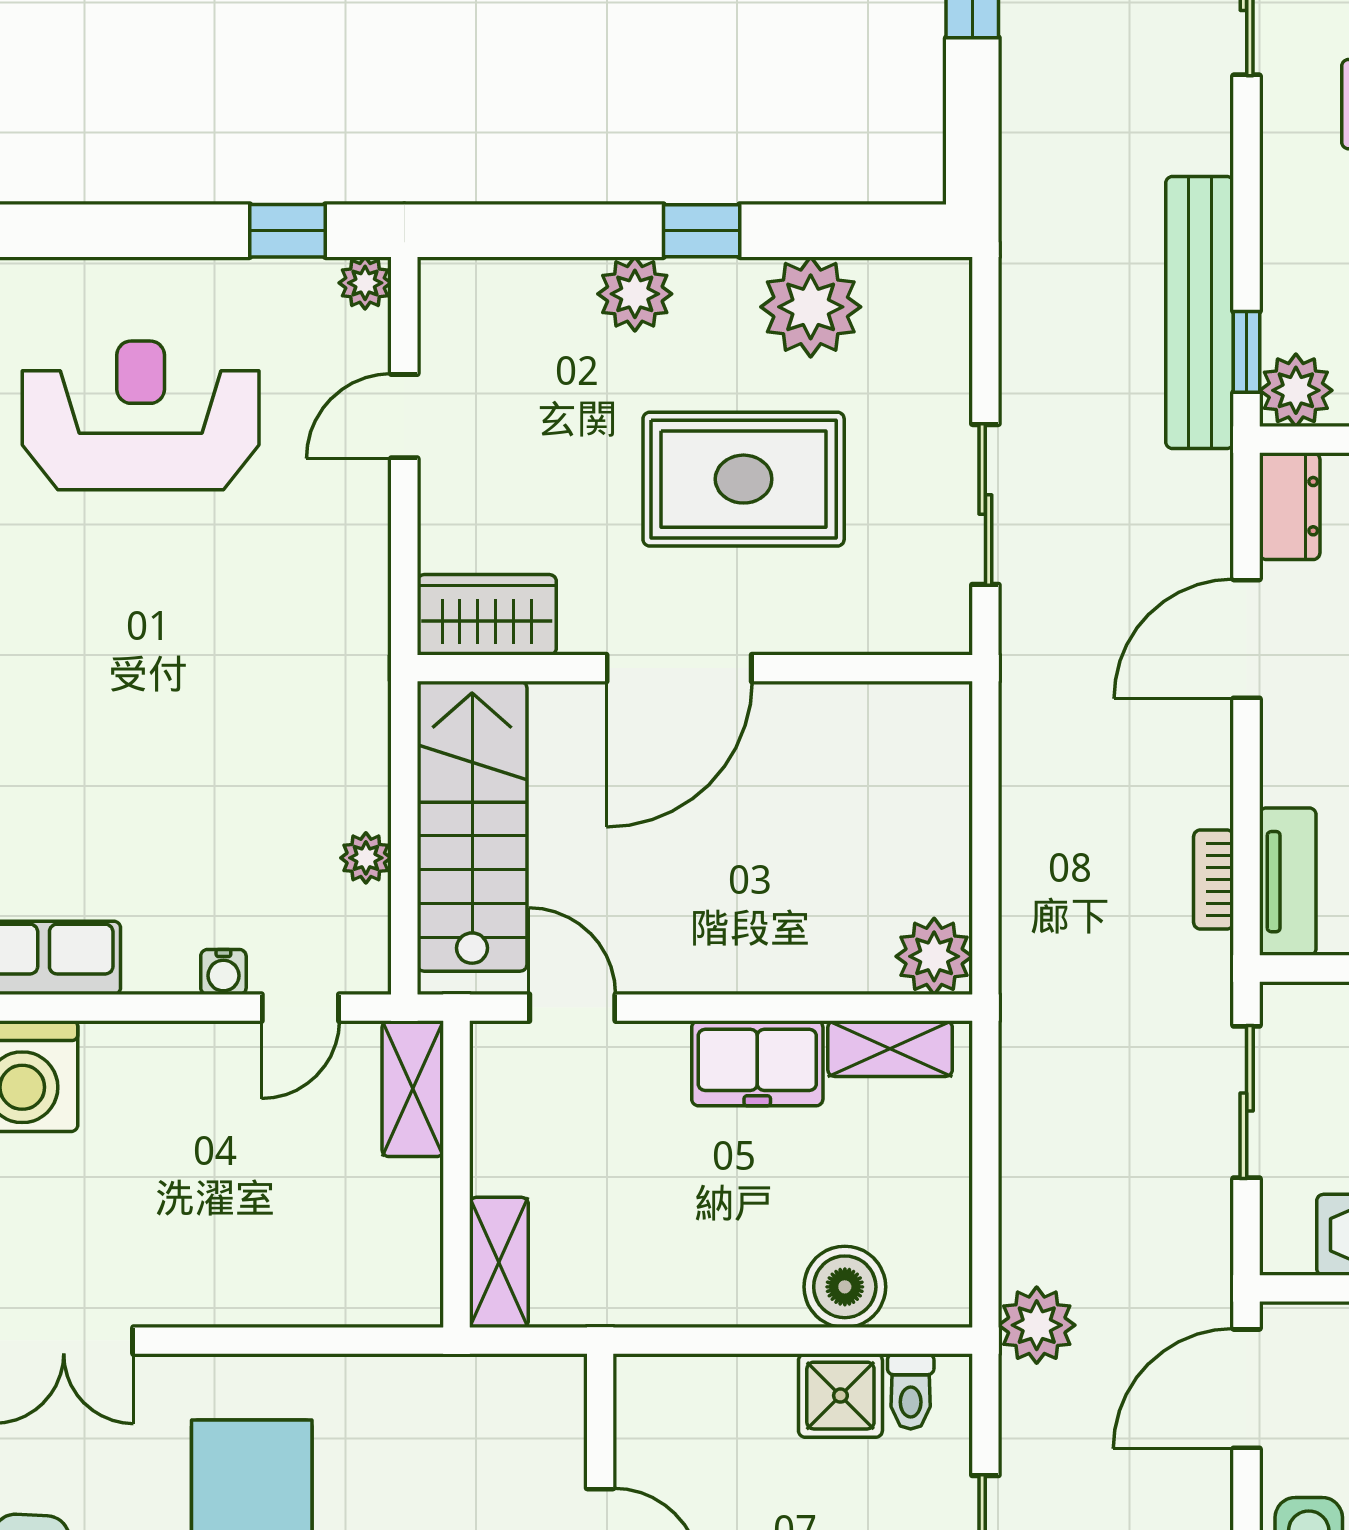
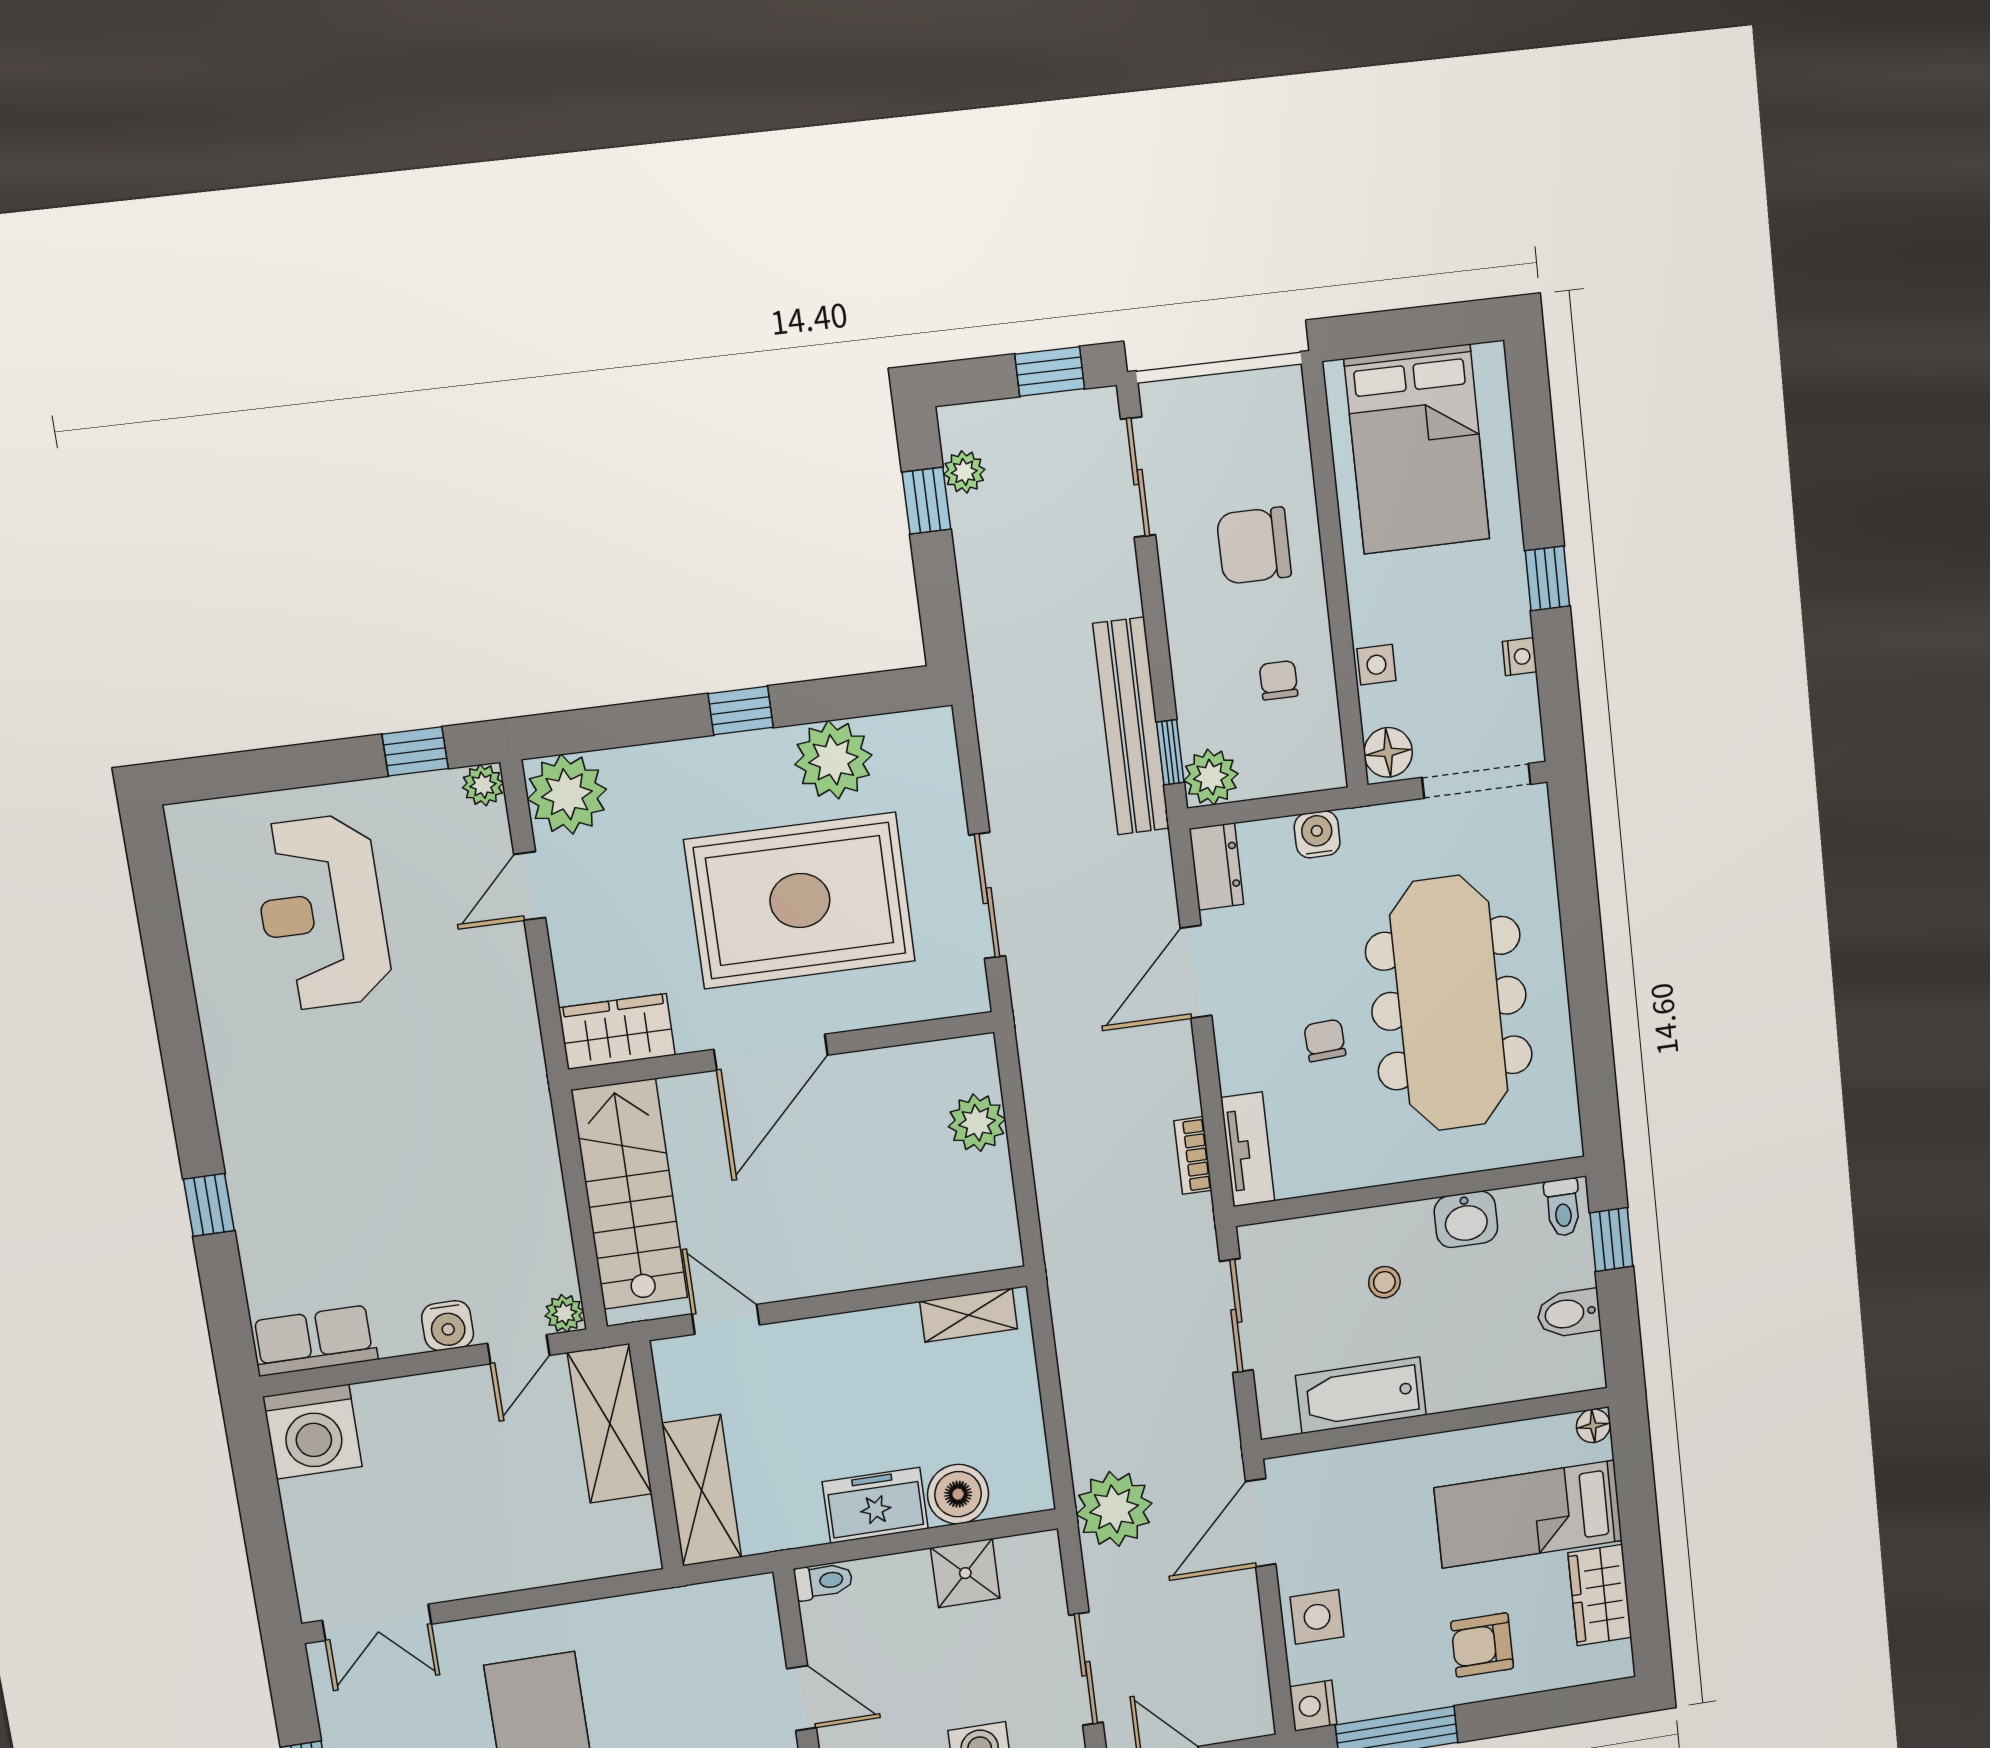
plant: (635, 294) -> (567, 794), moved, width x1.36, depth x1.36
reception desk: (141, 415) -> (322, 912), turned -90
rug: (744, 479) -> (800, 901), width x1.37, depth x1.44
plant: (366, 858) -> (564, 1313), moved
plant: (934, 956) -> (977, 1123), moved
water cooler: (223, 972) -> (448, 1326), width x1.38, depth x1.38
freezer: (757, 1063) -> (875, 1505), moved, turned 180
shelving: (413, 1089) -> (610, 1423), width x1.50, depth x1.33
shelving: (499, 1262) -> (702, 1490), width x1.50, depth x1.33
plant: (1037, 1325) -> (1114, 1509), width x1.36, depth x1.36
toilet: (911, 1391) -> (823, 1581), moved, turned -90

